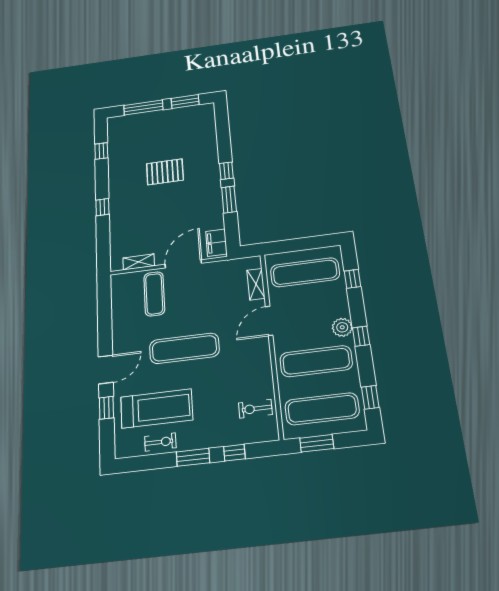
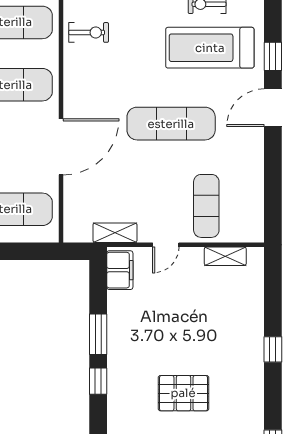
door: (183, 264) -> (166, 245), width x0.53
shelving: (256, 284) -> (115, 233), moved, turned 90
door: (269, 321) -> (61, 147), width x1.36

